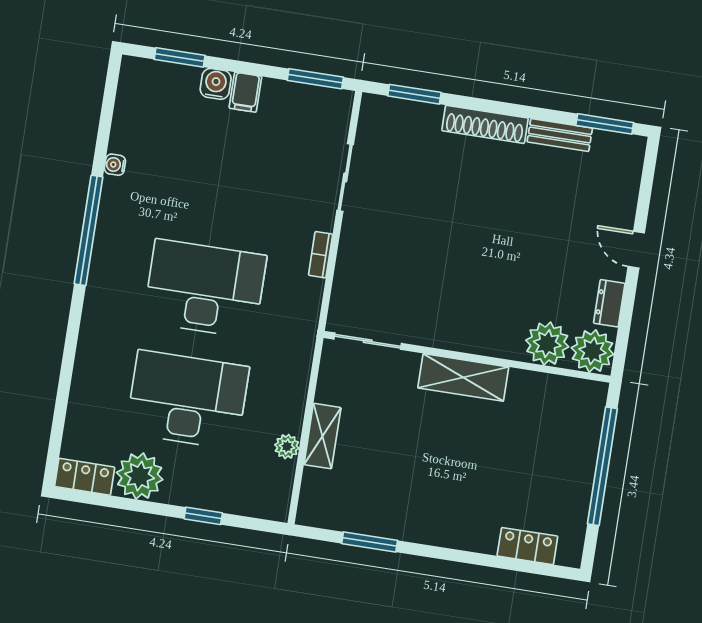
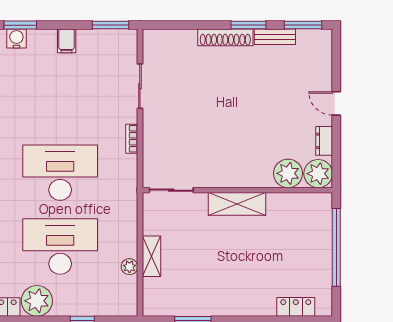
water cooler: (216, 84) -> (16, 39), moved
window: (414, 94) -> (249, 25), moved

